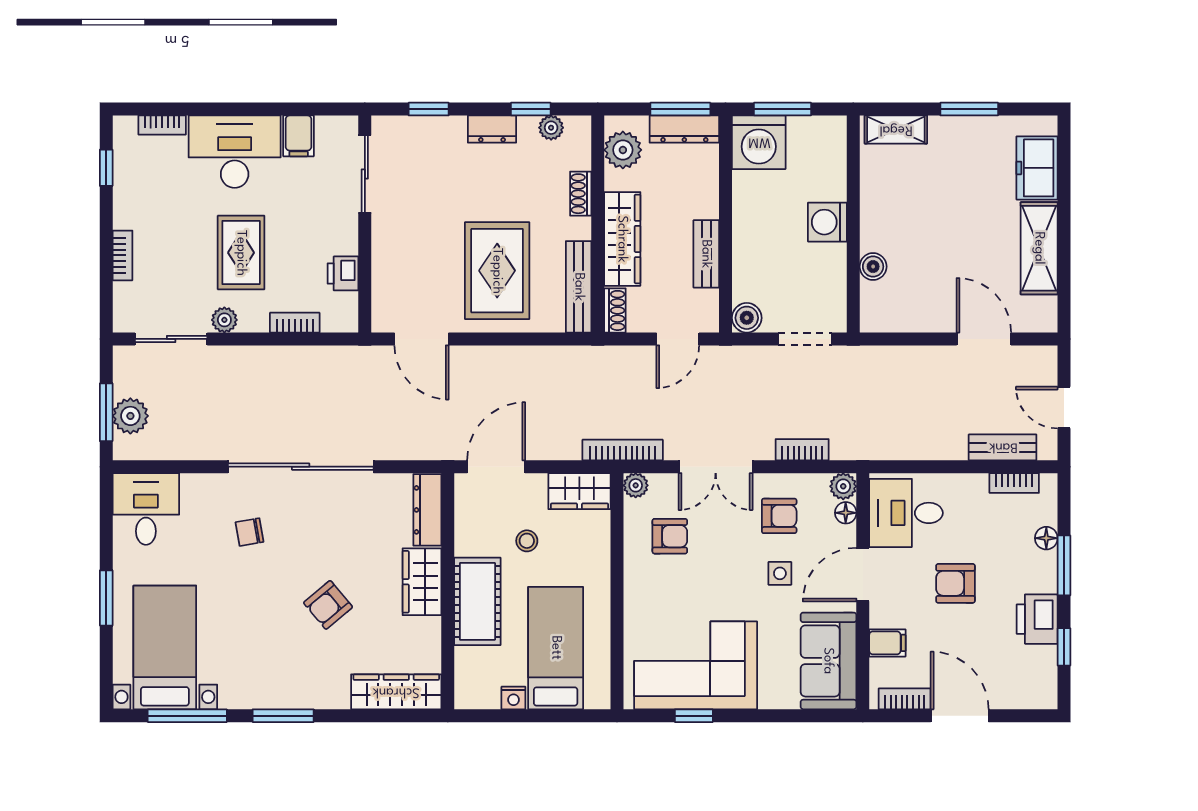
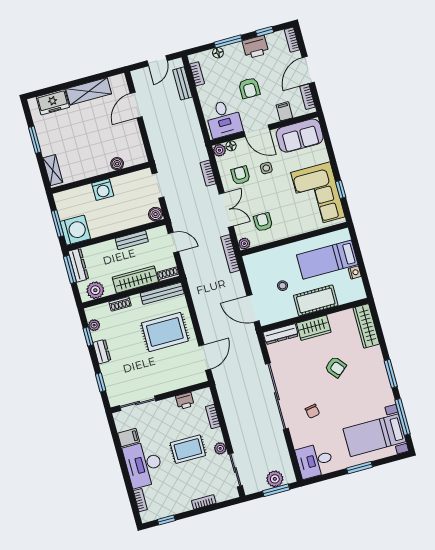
wardrobe: (579, 491) -> (254, 268), removed
bookcase: (1032, 699) -> (292, 40), added

